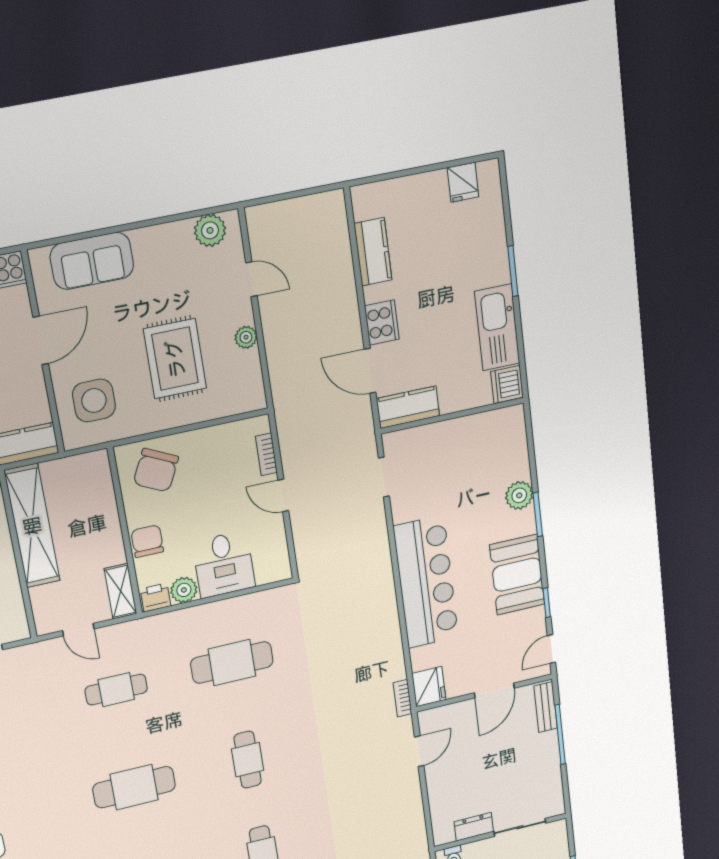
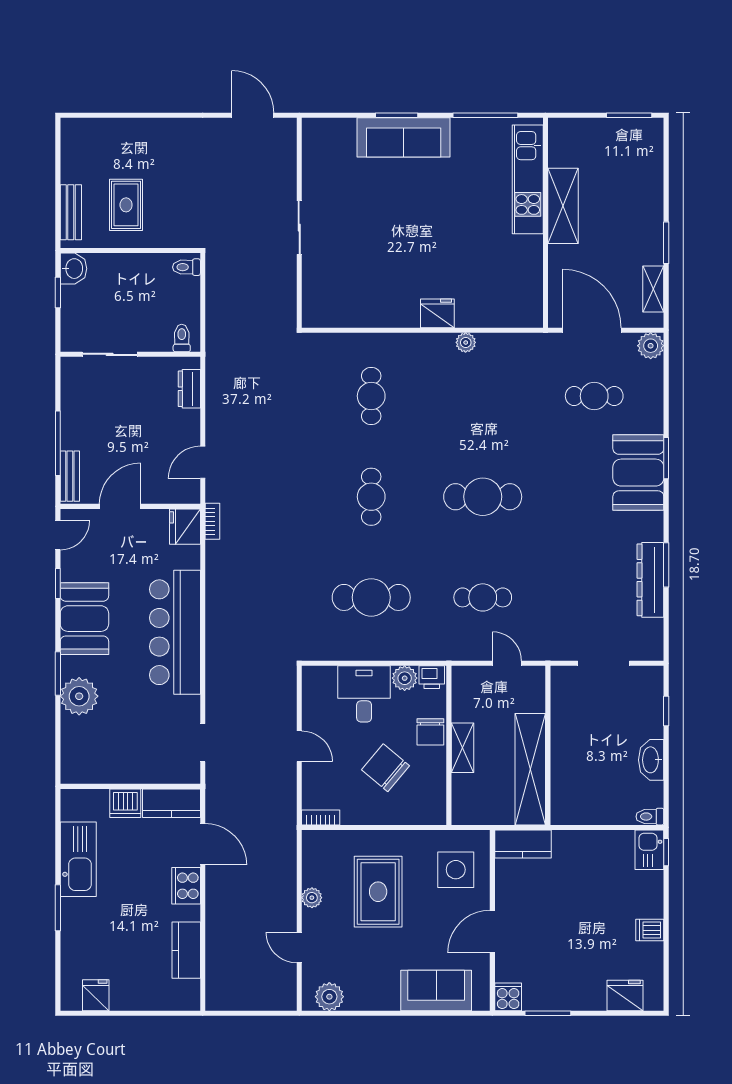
dishwasher: (507, 384) -> (125, 803), moved, turned 90
bookcase: (266, 454) -> (321, 817), moved, turned -90
chair: (156, 470) -> (385, 768), moved, turned -76
plant: (519, 495) -> (79, 696), width x1.36, depth x1.36
shelving: (121, 591) -> (462, 748), moved
dresser: (474, 827) -> (189, 389), moved, turned 90

